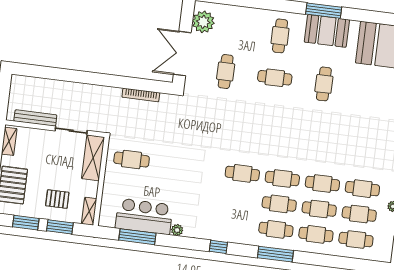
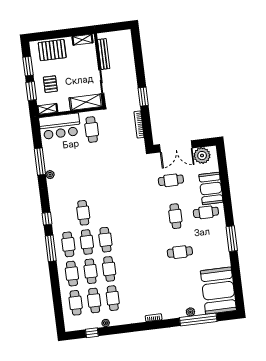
booth: (327, 31) -> (211, 188), moved
double door: (182, 54) -> (176, 146), swing flipped
window: (105, 80) -> (143, 97), added
cafe table: (242, 173) -> (83, 213), moved
bar counter: (144, 216) -> (60, 126), moved, turned 90
window: (137, 237) -> (40, 162), moved
window: (218, 247) -> (47, 219), moved

